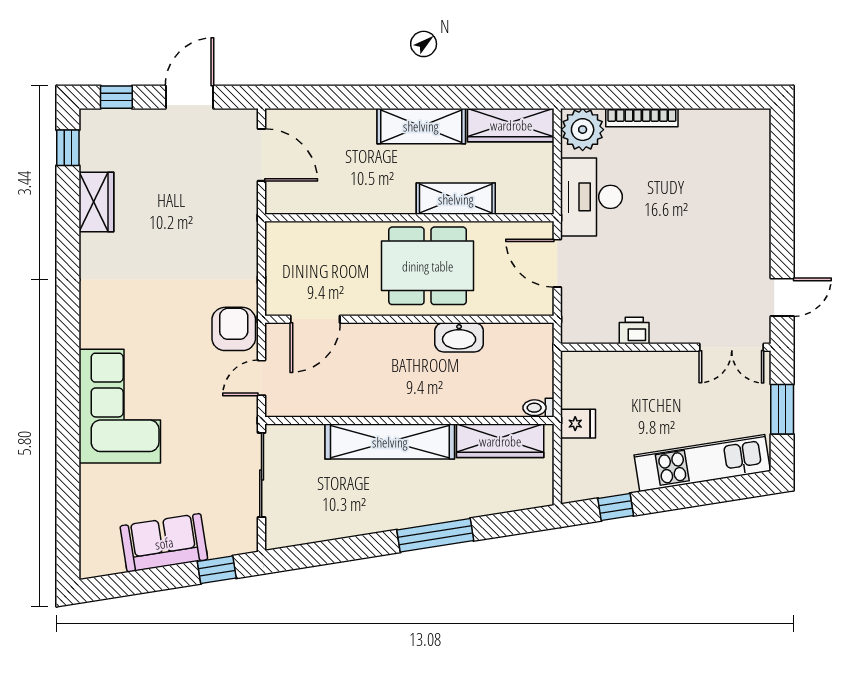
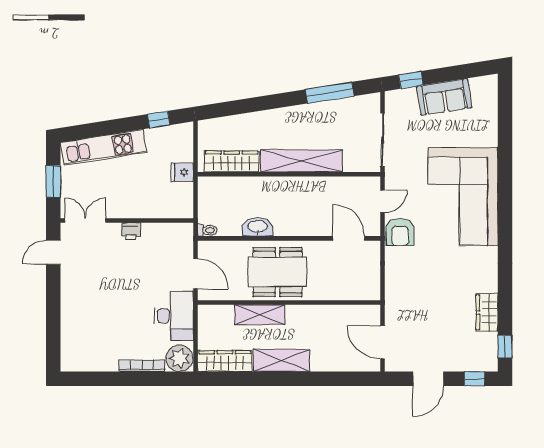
door: (315, 319) -> (349, 238), hinge flipped
printer: (634, 331) -> (131, 231), moved
corner sofa: (120, 406) -> (463, 196), width x1.36, depth x1.36
toilet: (539, 408) -> (207, 230), moved
window: (435, 535) -> (330, 93), moved

